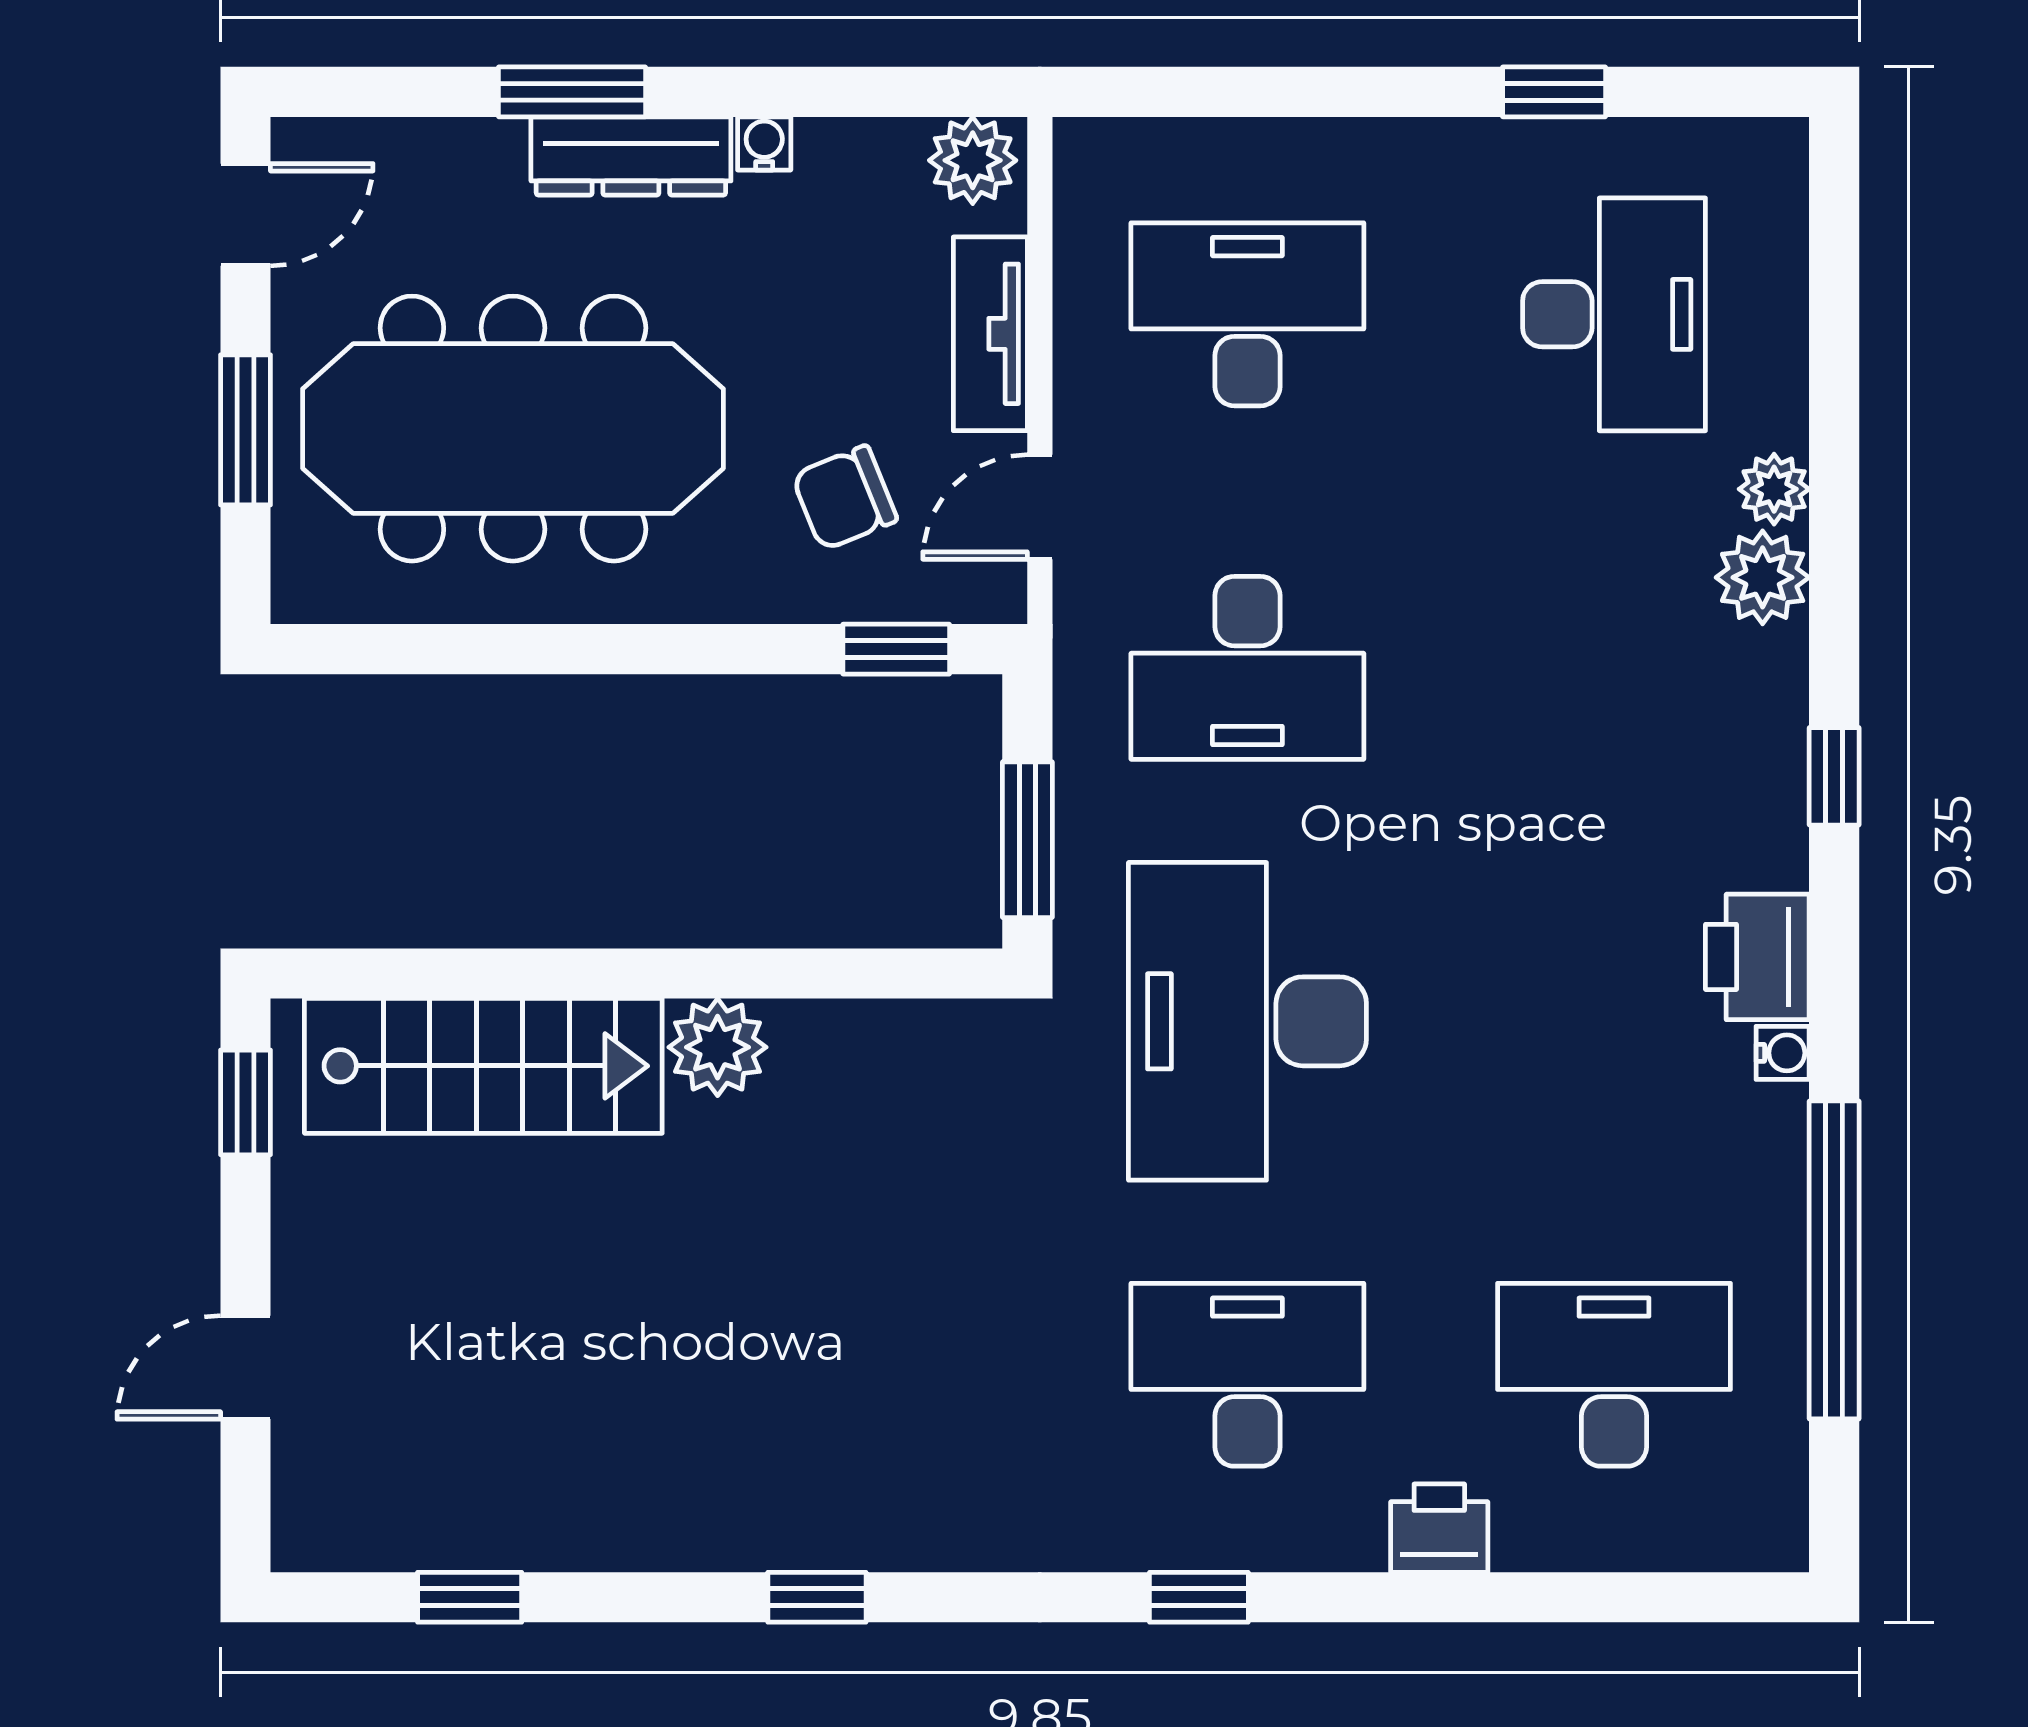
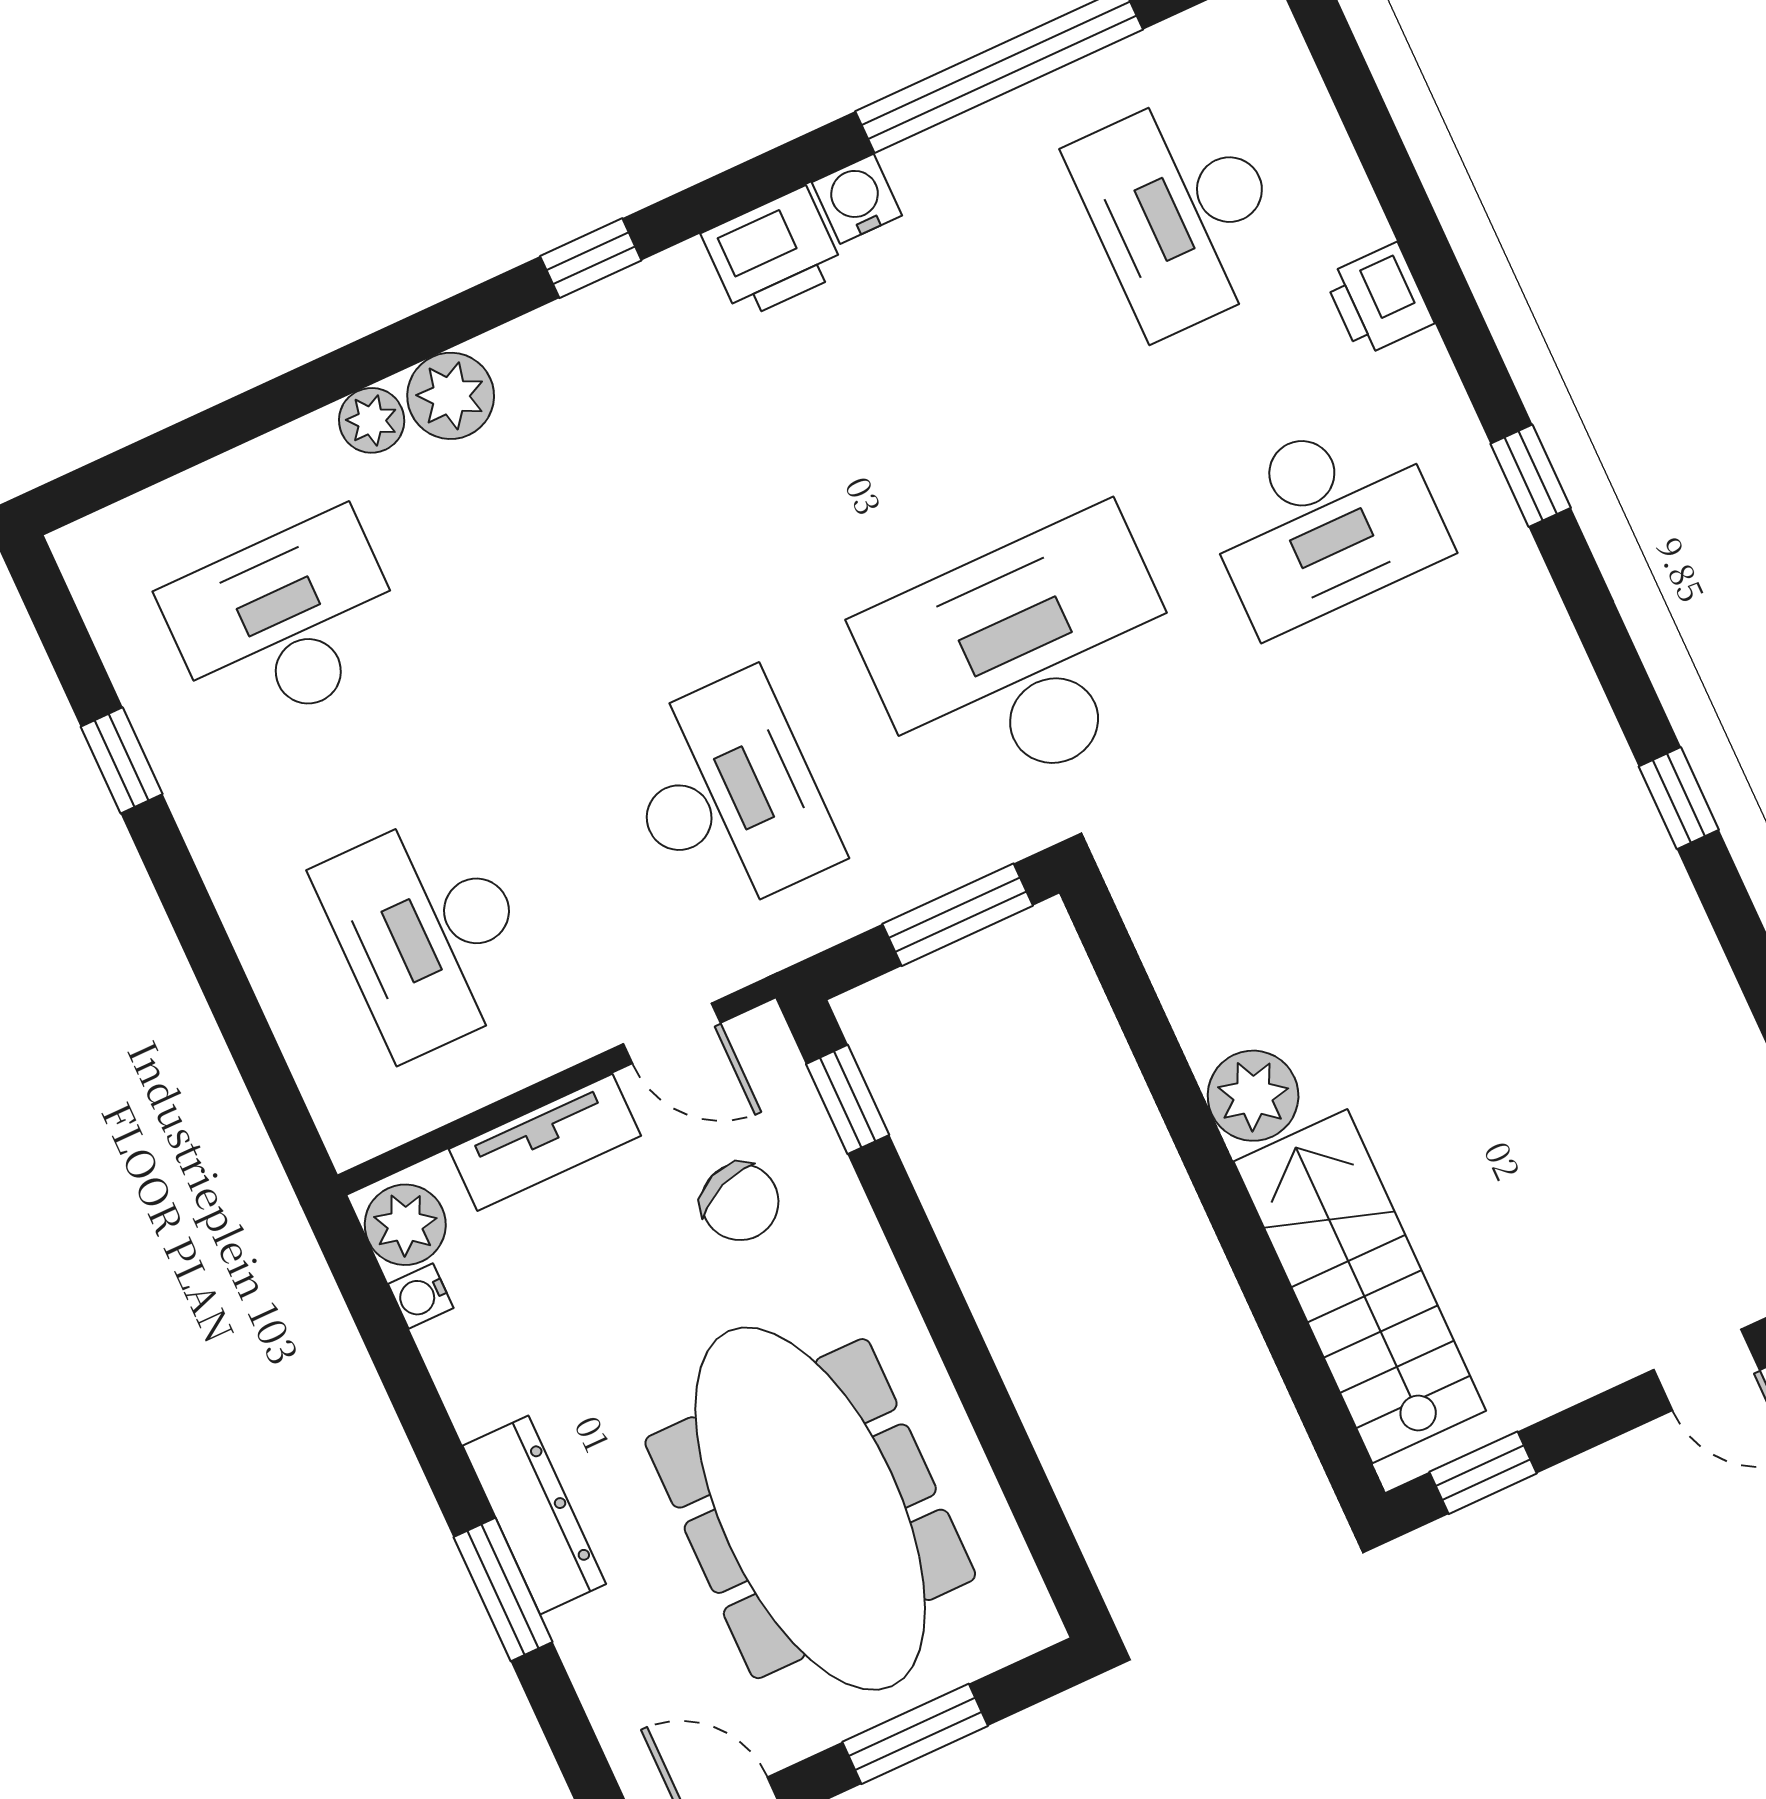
water cooler: (764, 143) -> (421, 1296), moved
desk: (1247, 1021) -> (1025, 658), turned 180
water cooler: (1783, 1053) -> (857, 199), width x1.38, depth x1.38
desk: (1247, 1375) -> (1324, 521), turned -90

